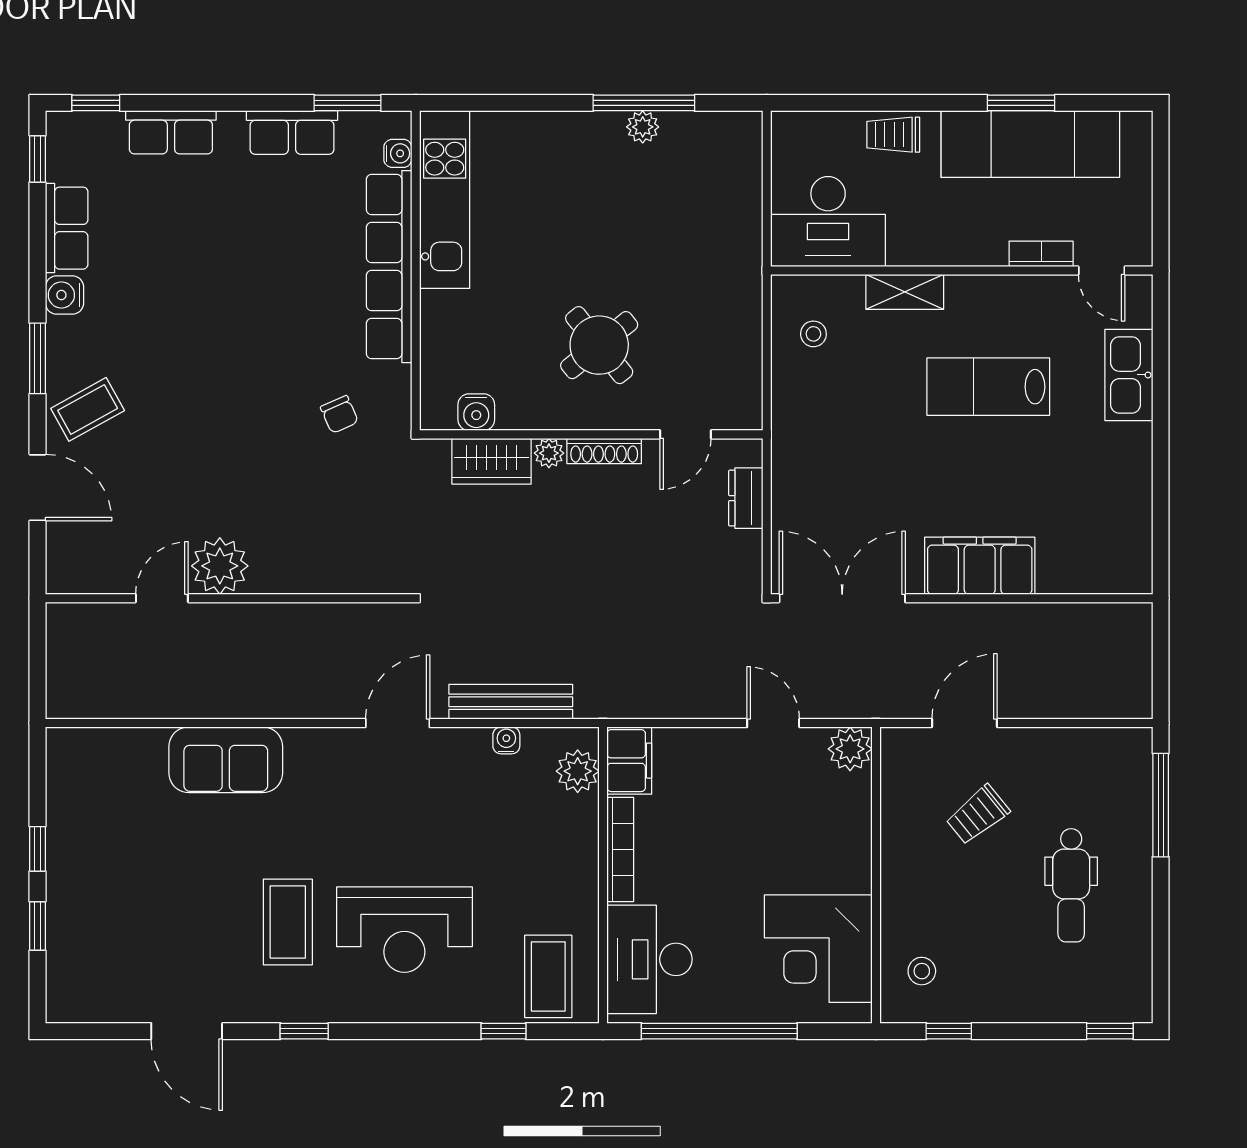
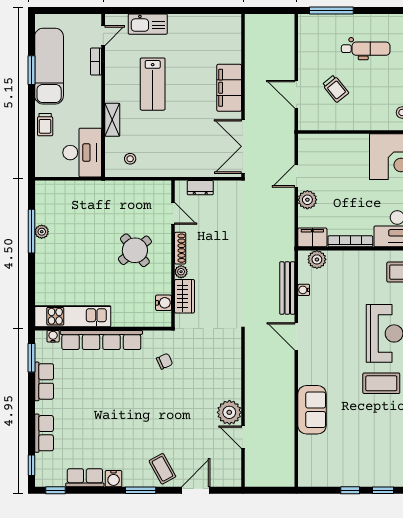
plant: (850, 749) -> (307, 200), moved

